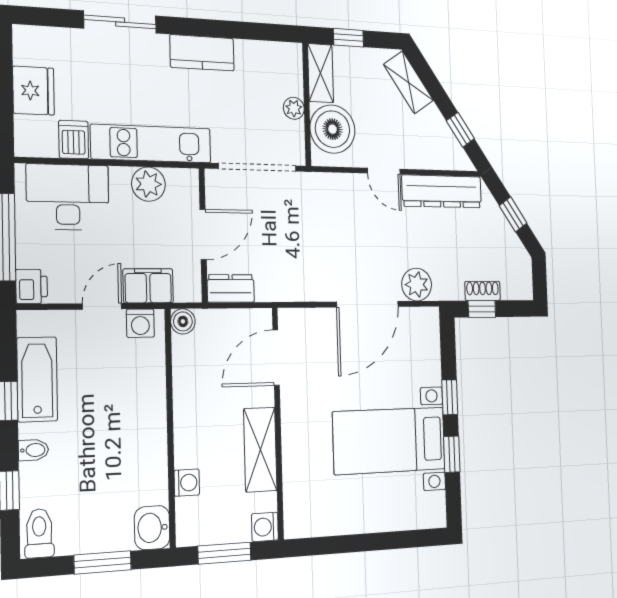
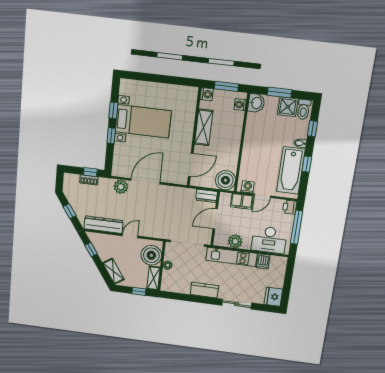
fridge: (34, 91) -> (273, 297), moved
door: (384, 171) -> (130, 236), hinge flipped
boiler: (183, 321) -> (225, 180), width x1.86, depth x1.86
bathtub: (37, 379) -> (291, 170), width x1.36, depth x1.36
washing machine: (187, 483) -> (240, 105), moved
shower: (78, 533) -> (288, 107), added

